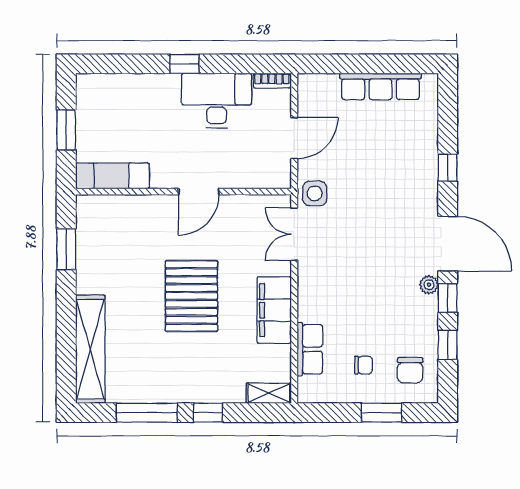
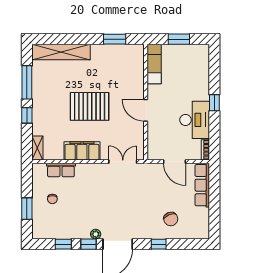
row of seats: (380, 86) -> (202, 185), moved
side table: (315, 193) -> (145, 173), removed
chair: (410, 370) -> (171, 219), moved, turned -113

